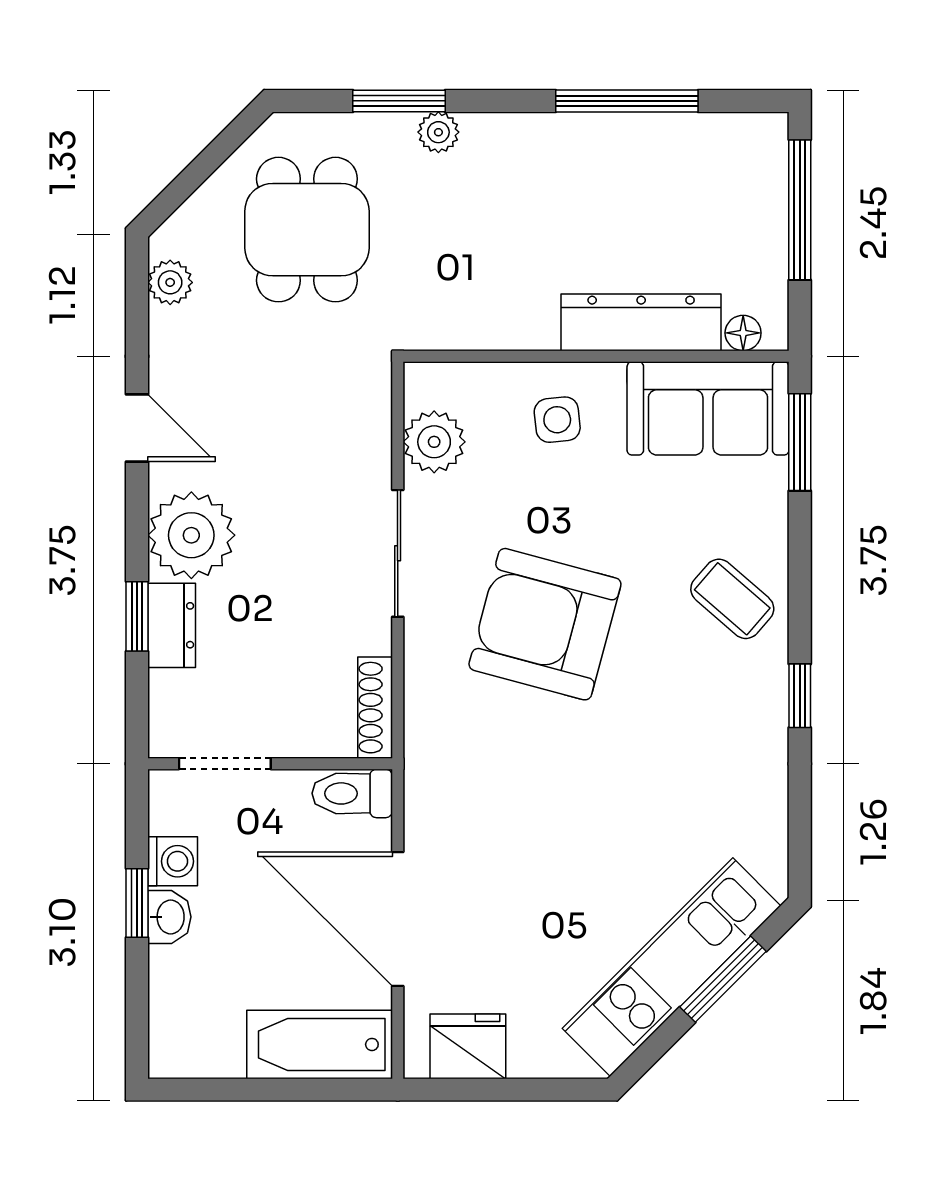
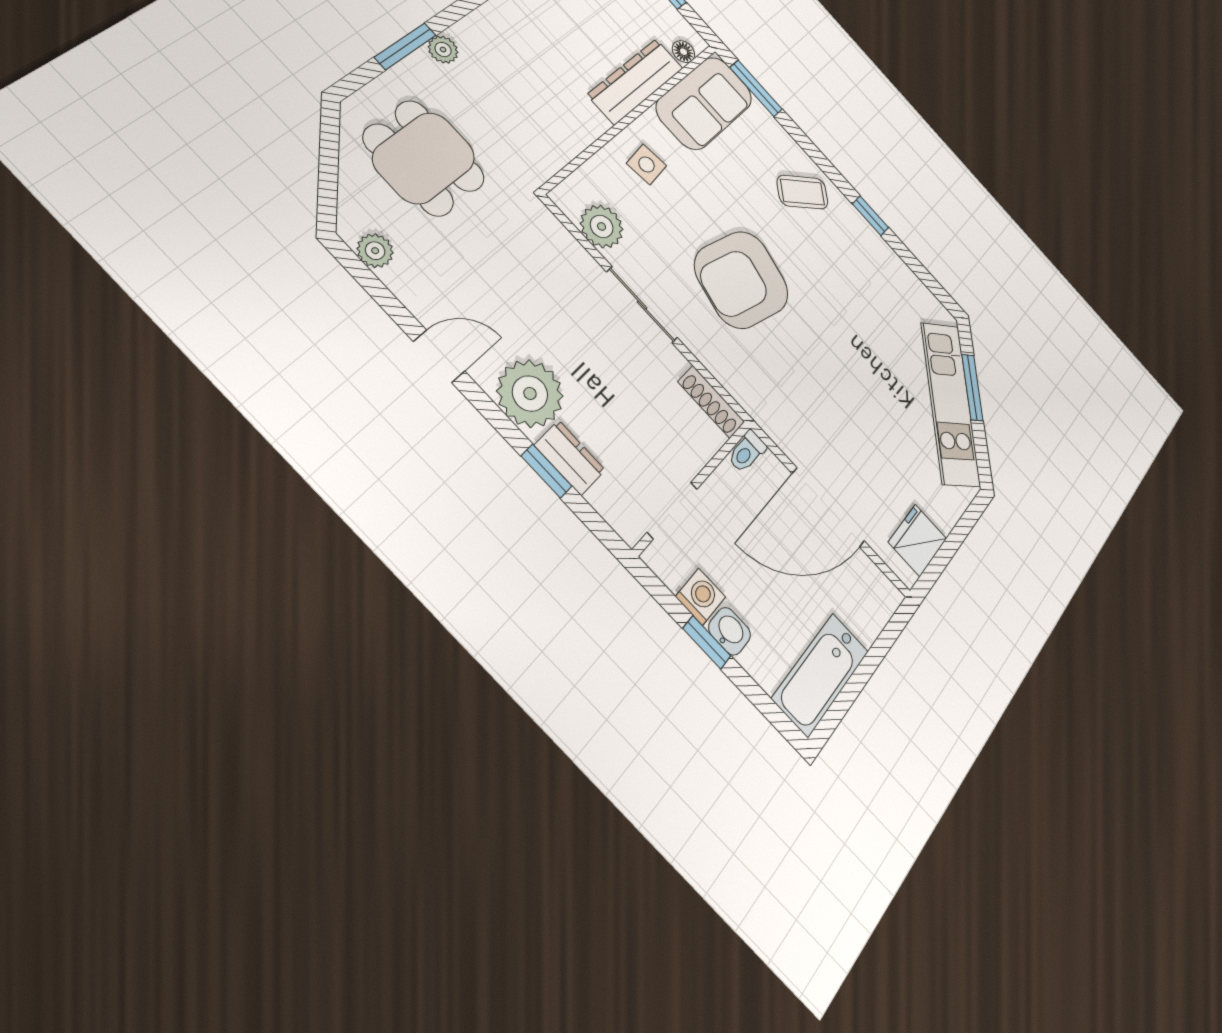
toilet: (352, 793) -> (747, 452), width x0.73, depth x0.72
bathtub: (320, 1044) -> (821, 675), moved

